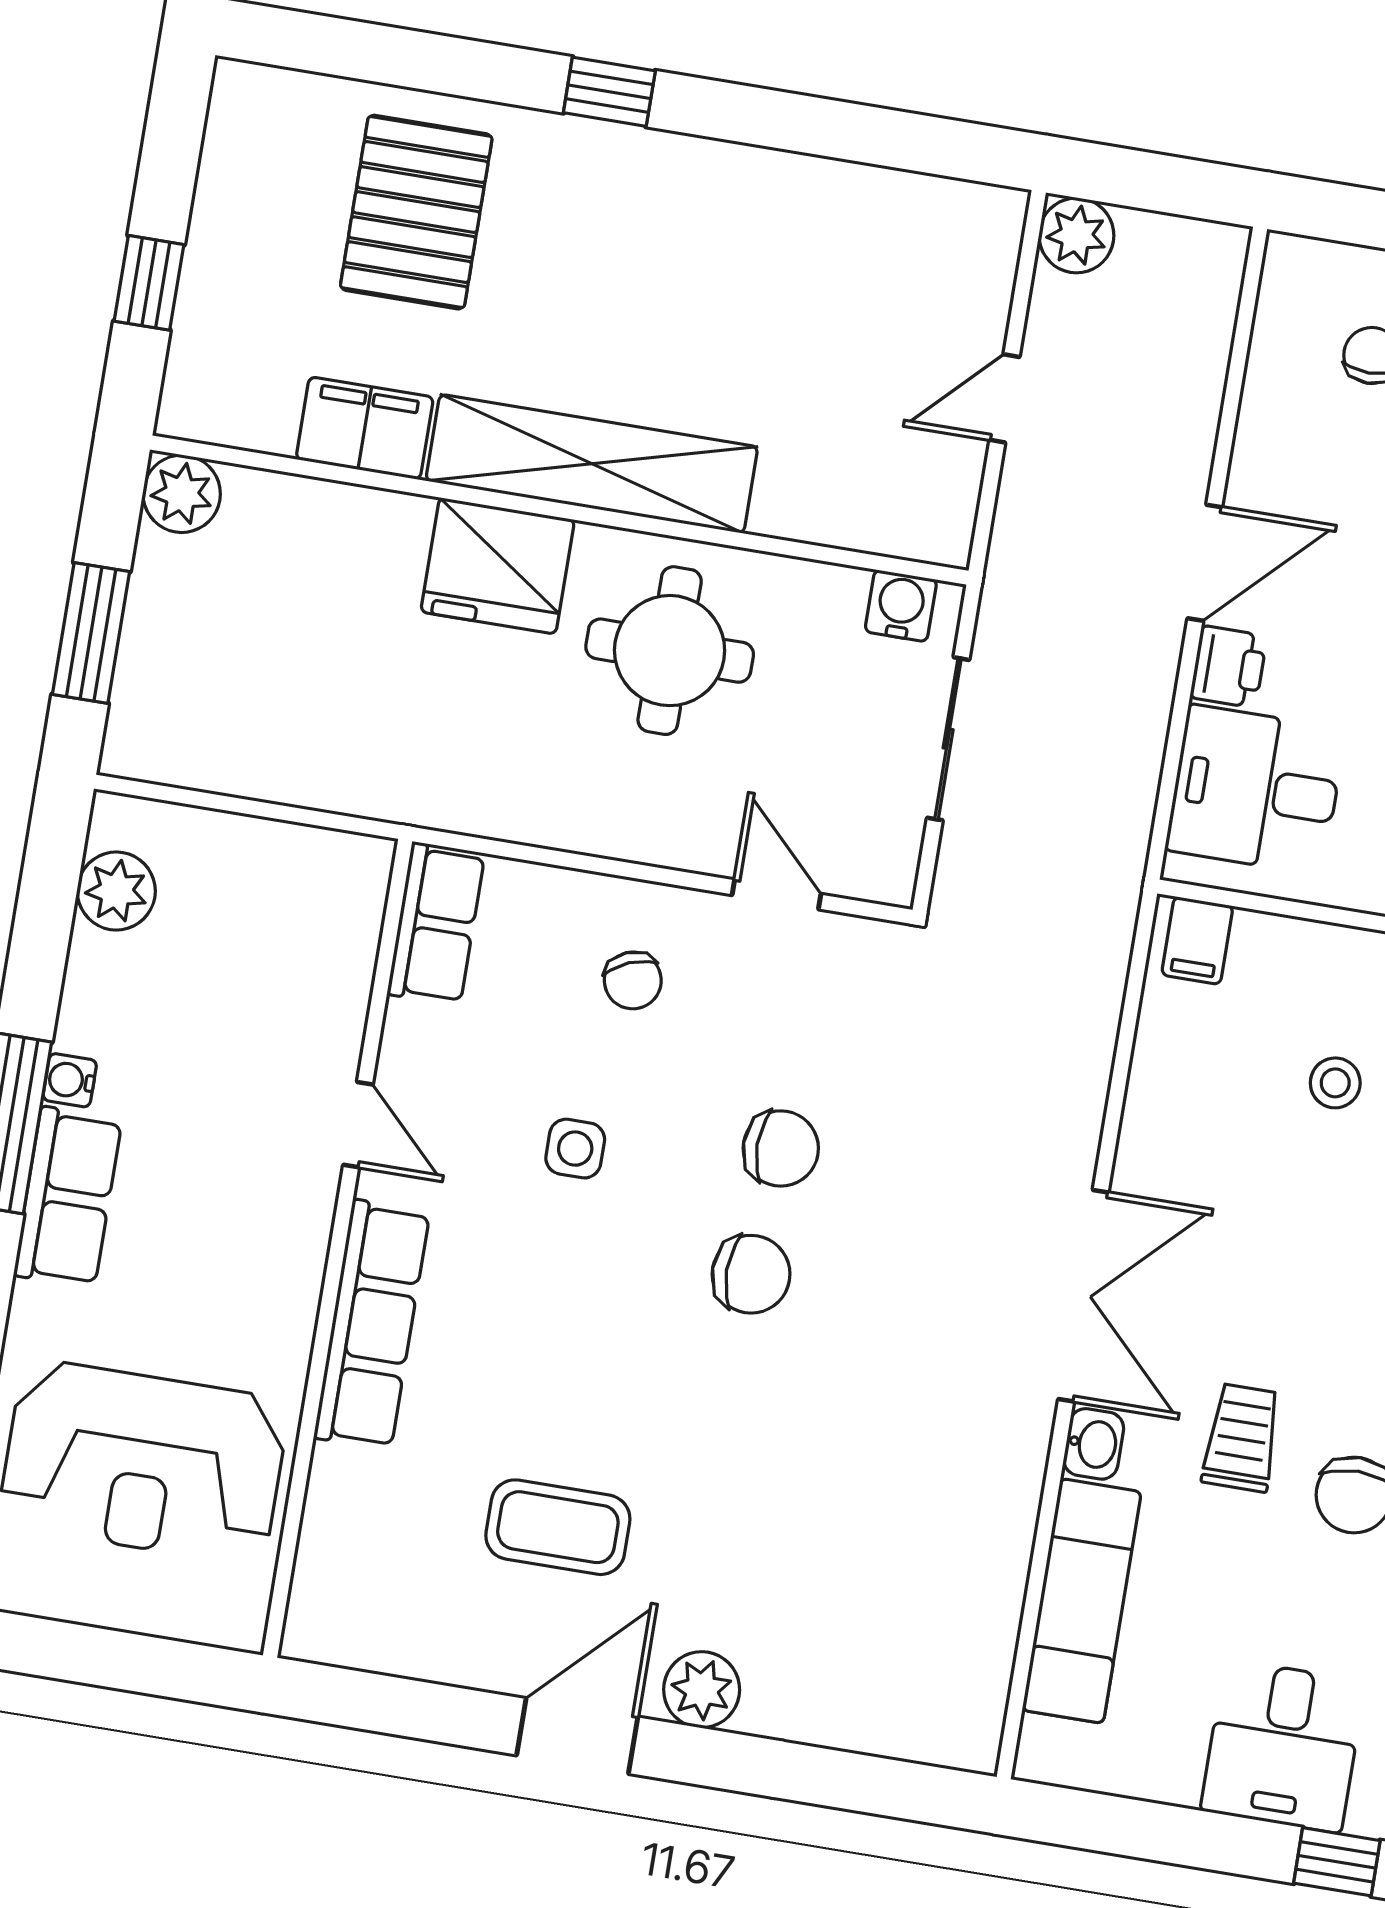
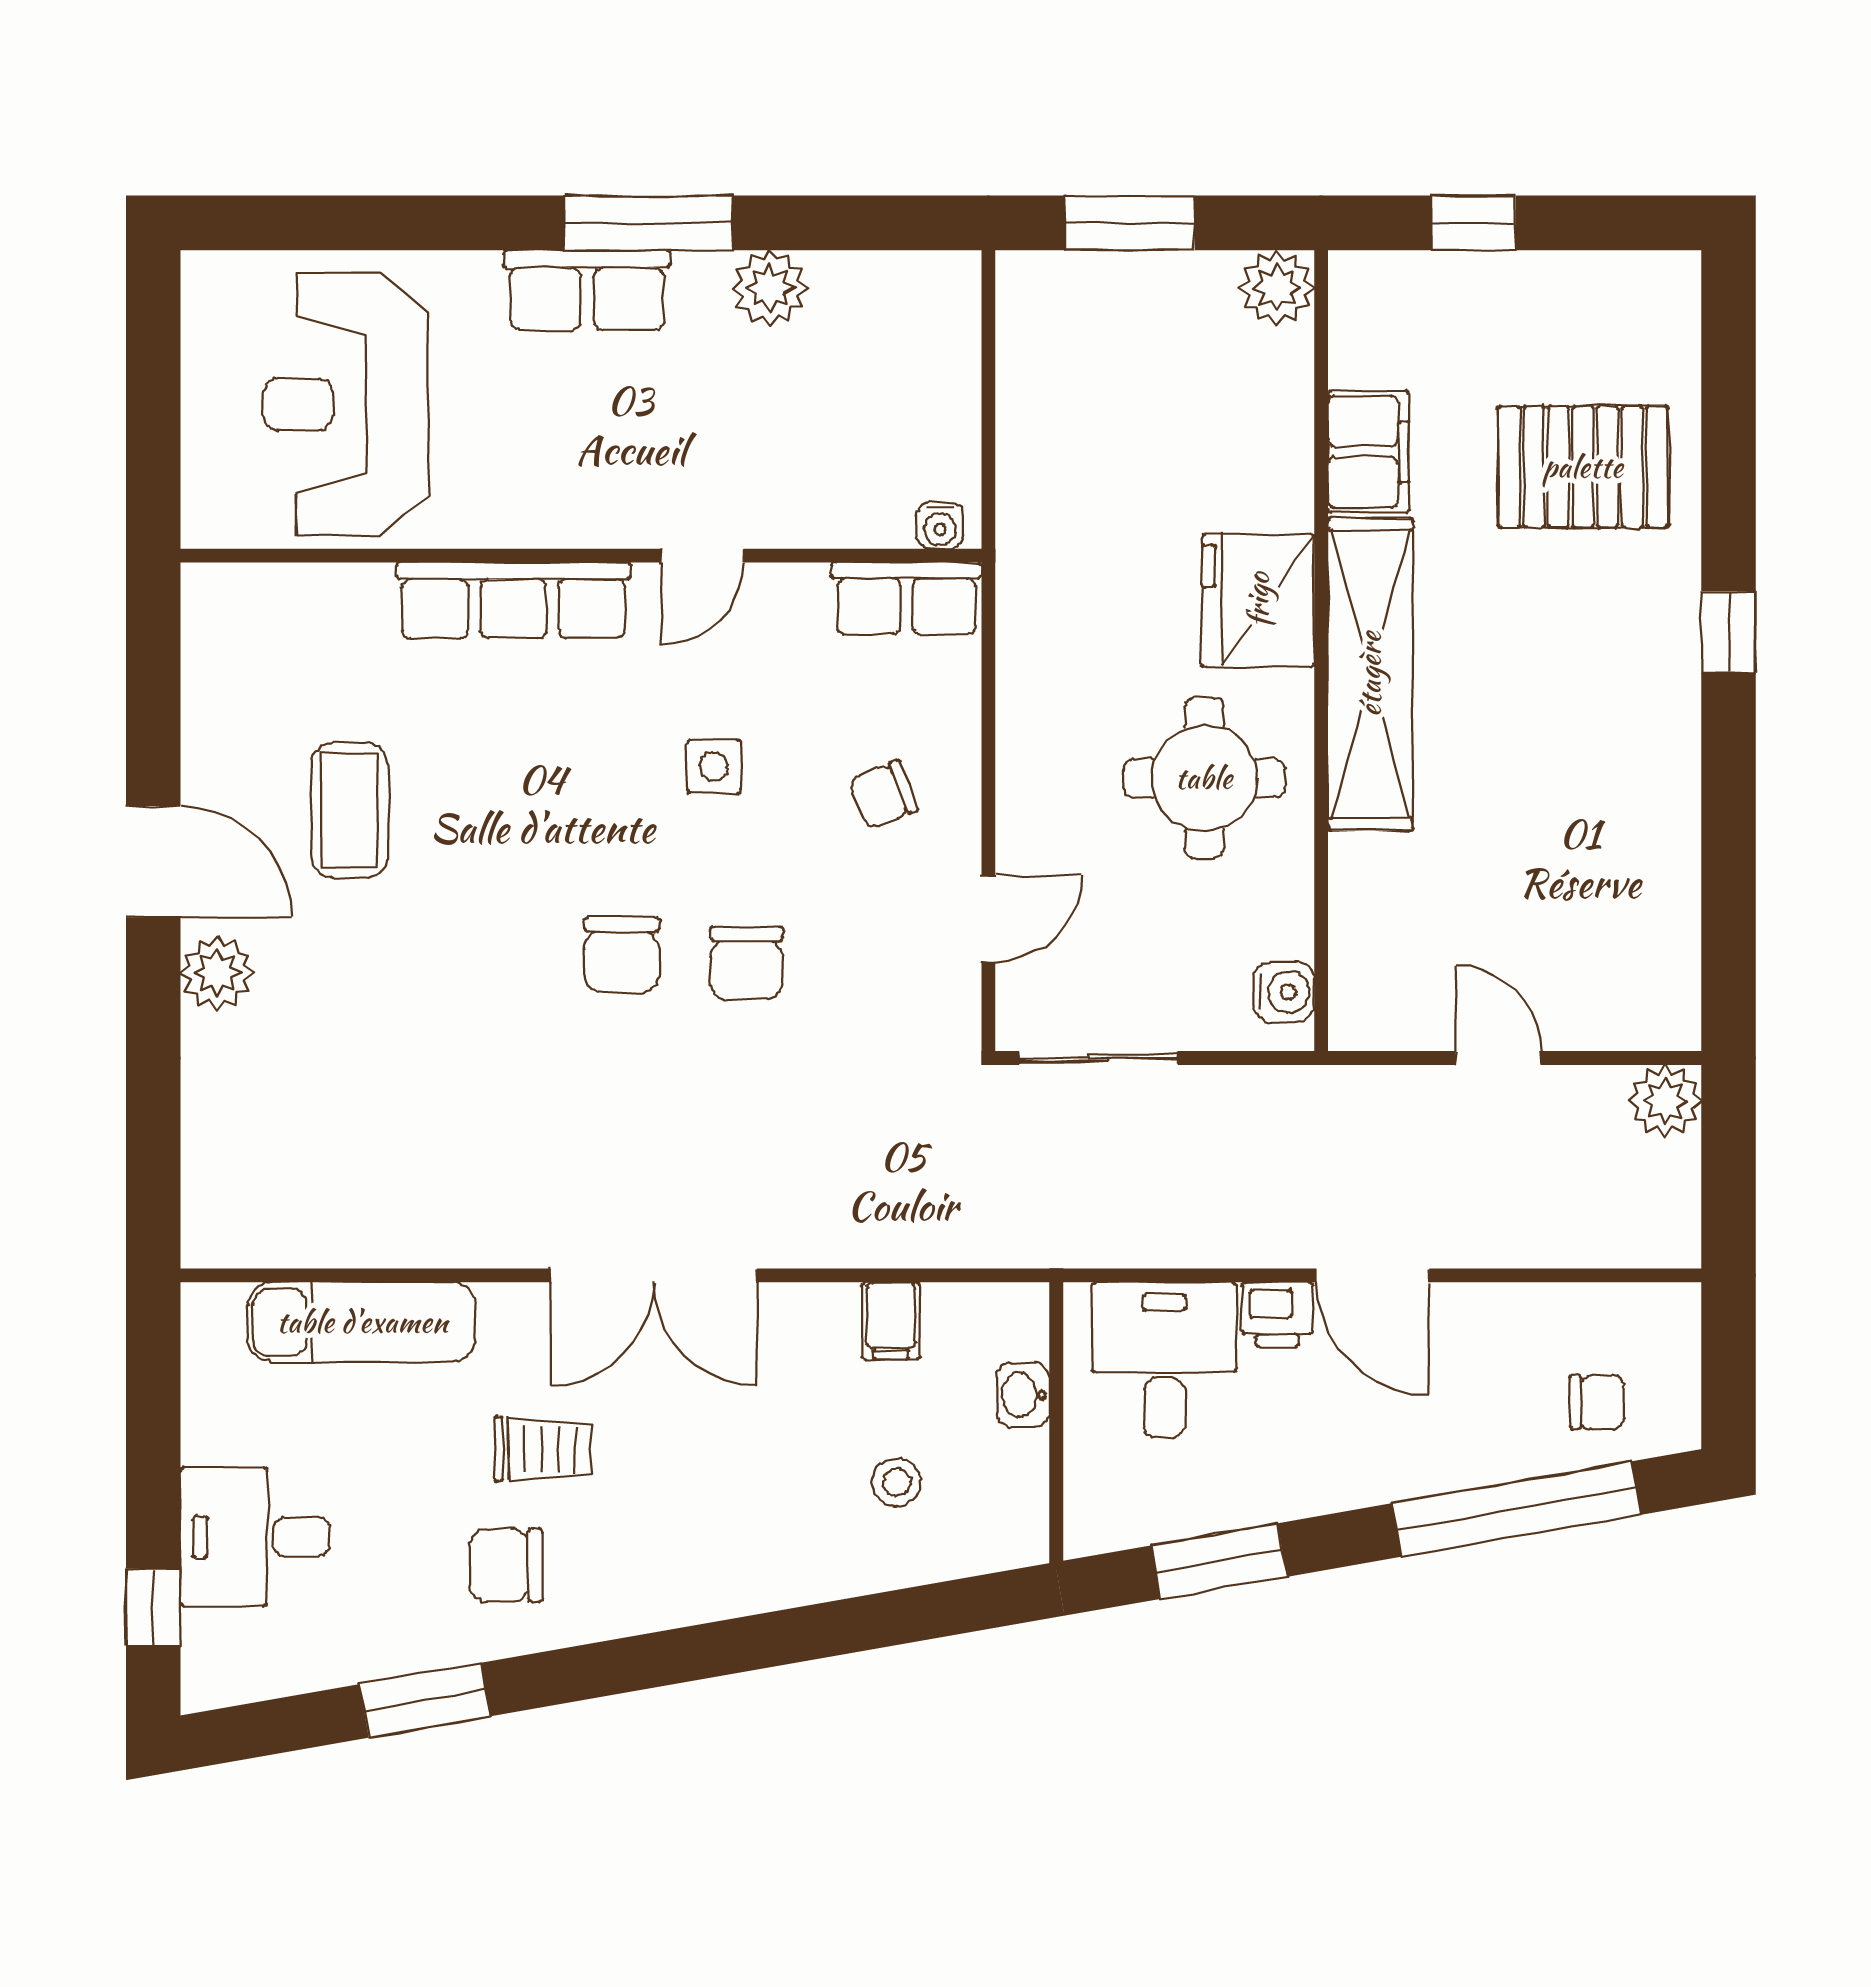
sliding door: (948, 739) -> (1098, 1058), moved
plant: (116, 891) -> (770, 288), moved
filing cabinet: (1197, 940) -> (891, 1321), moved, turned -90
water cooler: (70, 1080) -> (940, 526), moved, turned 180
washbasin: (1094, 1444) -> (1023, 1395), moved, turned 90

